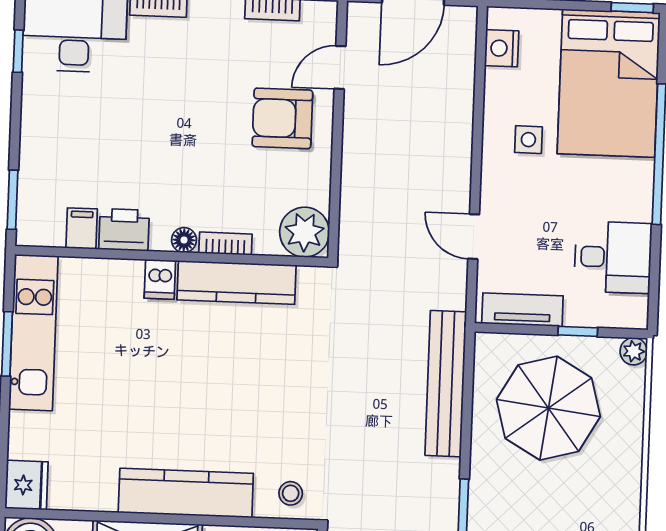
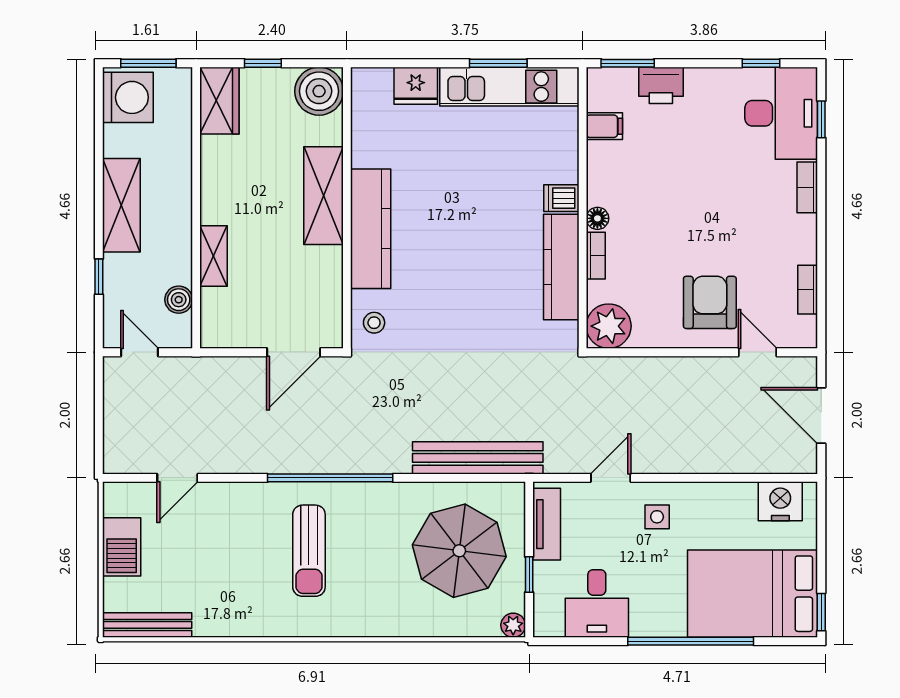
nightstand: (502, 48) -> (780, 501), width x1.36, depth x1.33
side table: (528, 140) -> (657, 517), moved
printer: (124, 230) -> (661, 85), moved, turned 90
fridge: (27, 485) -> (416, 86), moved

